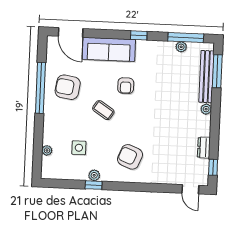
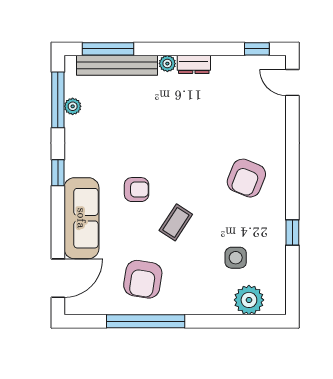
dresser: (204, 148) -> (194, 64), moved
plant: (47, 150) -> (249, 300), width x1.88, depth x1.88
plant: (94, 175) -> (277, 232), removed
door: (190, 189) -> (292, 82), swing flipped

